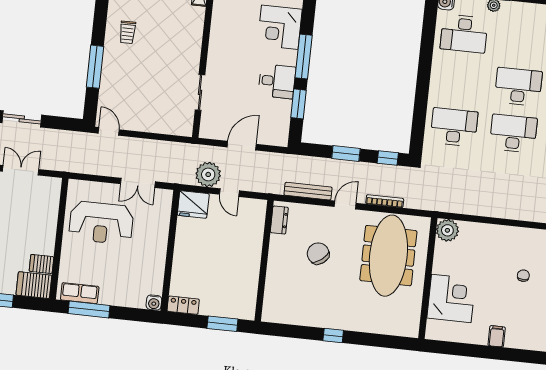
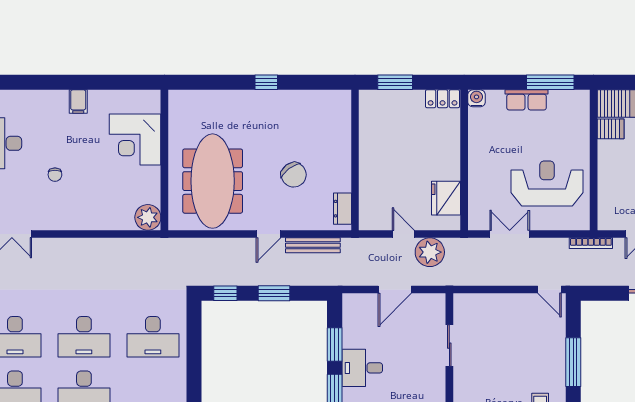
bookcase: (385, 201) -> (591, 243), moved
fridge: (193, 204) -> (446, 198), moved, turned -90
row of seats: (80, 293) -> (527, 100), moved

